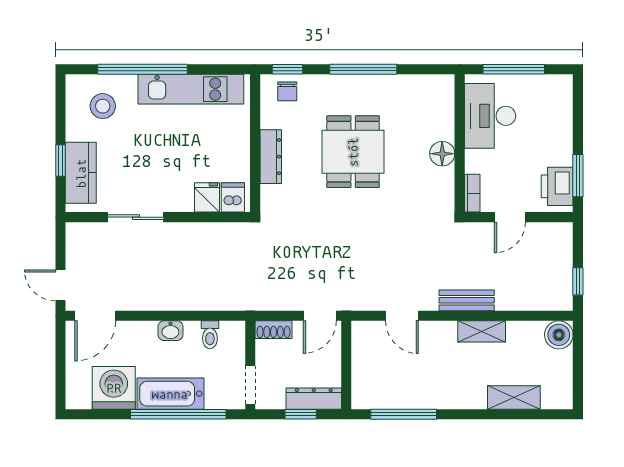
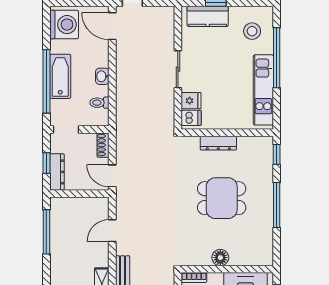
chair: (287, 91) -> (262, 154), removed
sliding door: (136, 217) -> (178, 69), moved
washing machine: (114, 388) -> (64, 25), moved

